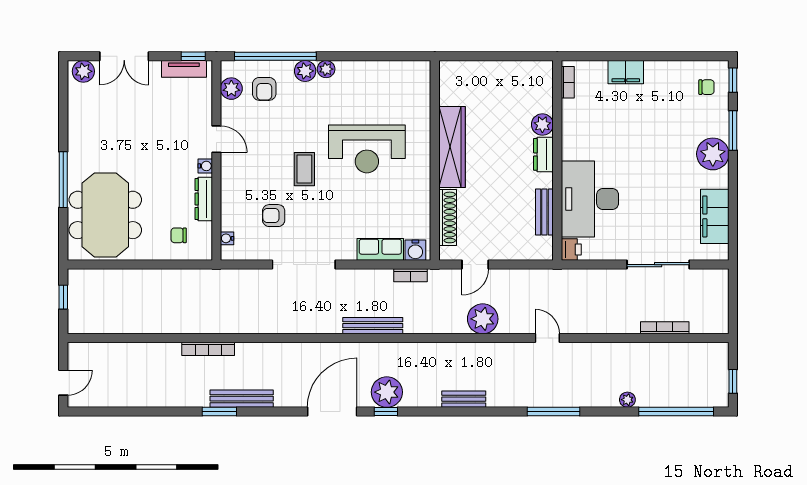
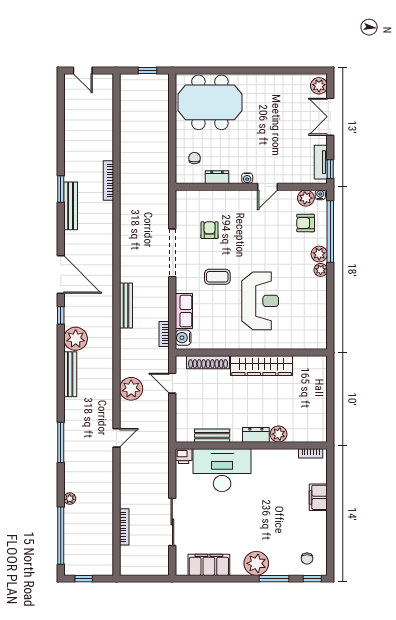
reception desk: (367, 149) -> (260, 301), turned 180
coffee table: (304, 169) -> (217, 277), moved
window: (63, 180) -> (237, 70), removed
dresser: (204, 199) -> (217, 177), width x0.70
water cooler: (227, 238) -> (320, 195), moved
plant: (387, 392) -> (76, 339), moved
bench: (464, 399) -> (70, 374), width x1.36

